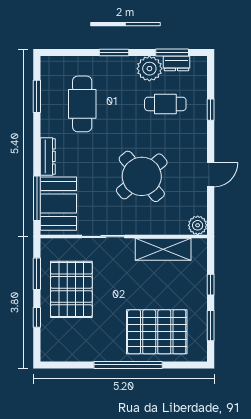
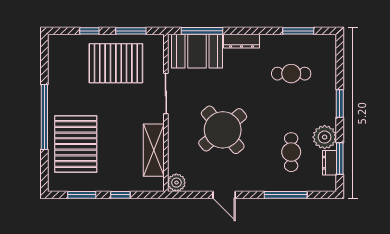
cafe table: (82, 104) -> (291, 74), width x0.73, depth x0.74
window: (211, 110) -> (286, 195), width x2.17

